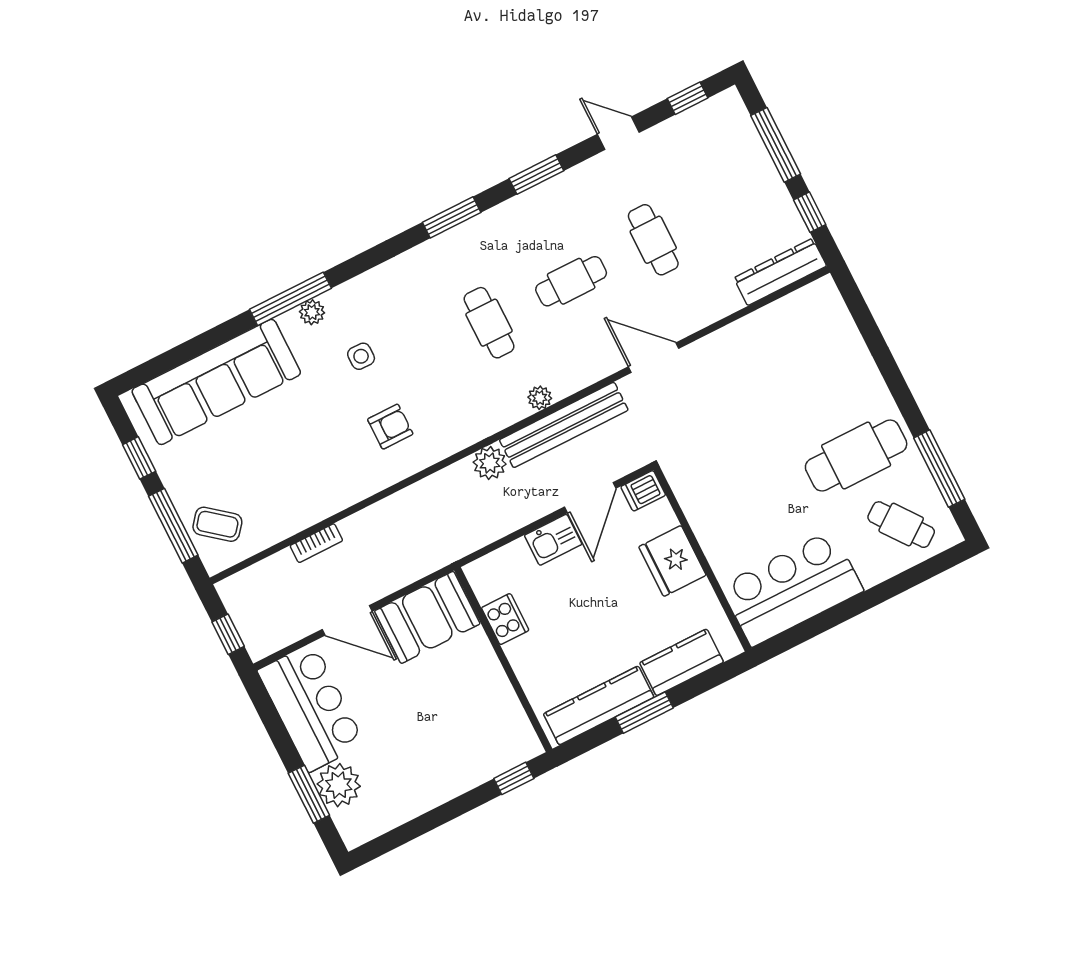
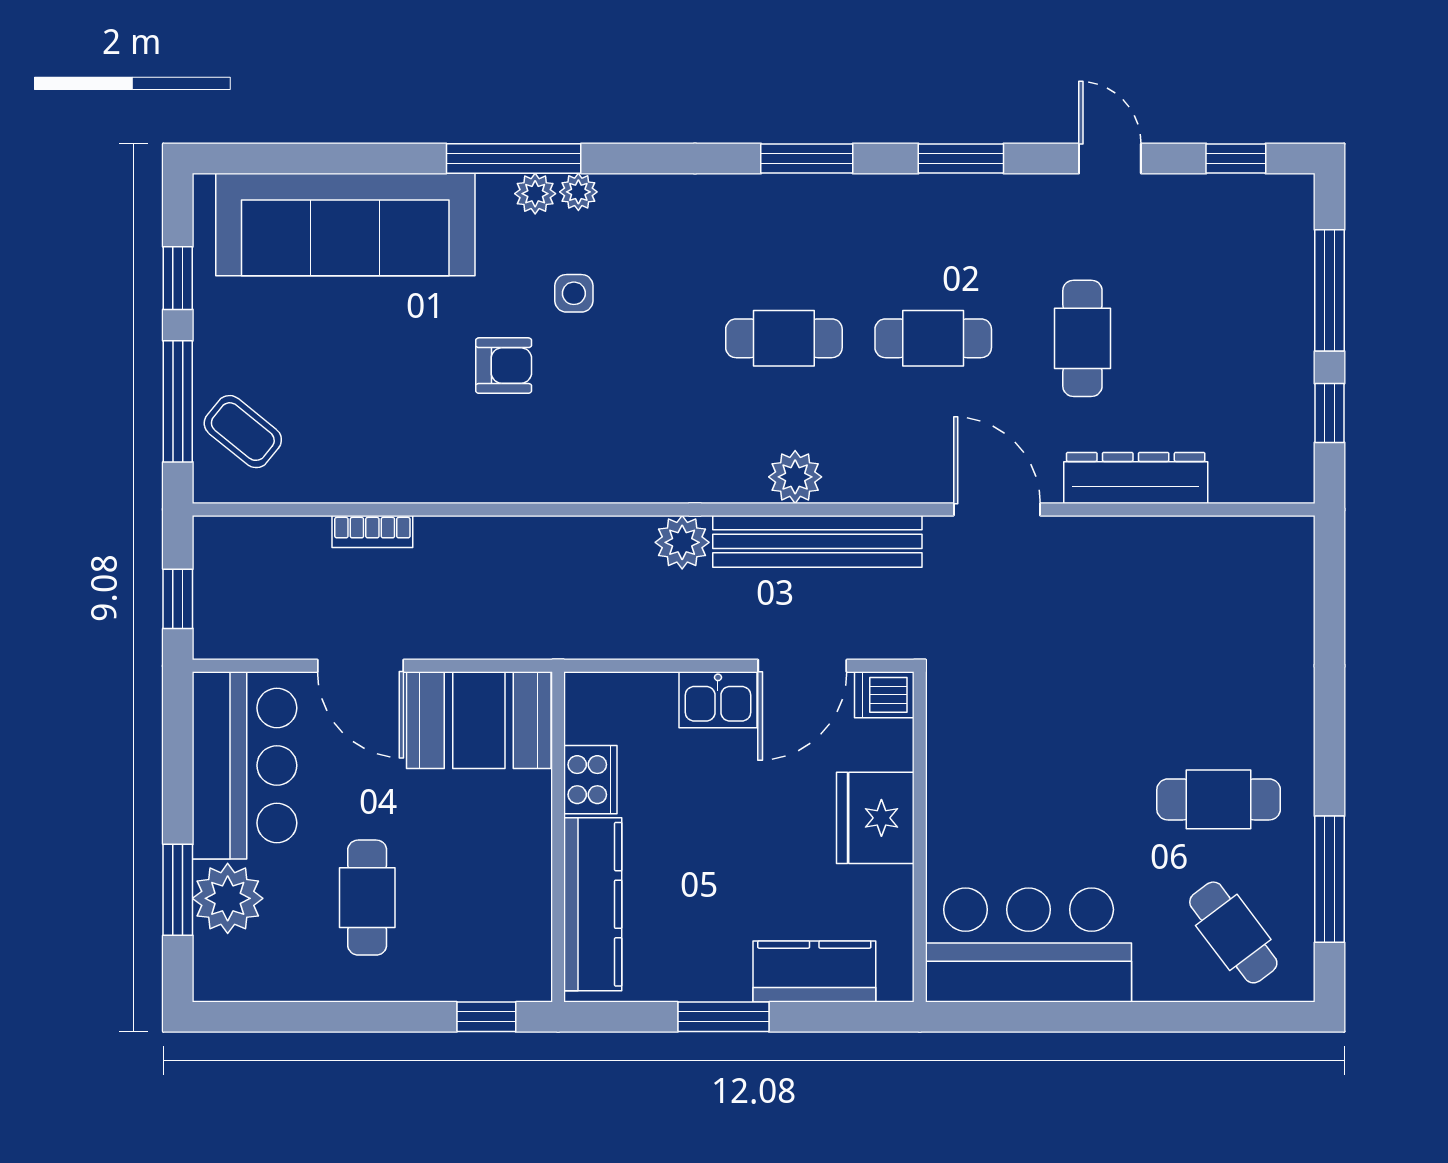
dresser: (780, 272) -> (1136, 478), moved
plant: (335, 299) -> (578, 192), added
cafe table: (489, 323) -> (784, 338), turned 90
plant: (540, 398) -> (795, 477), width x1.38, depth x1.38
armchair: (390, 427) -> (504, 366), moved
cafe table: (856, 456) -> (1219, 799), width x0.73, depth x0.74
kitchen counter: (599, 706) -> (593, 904), moved, turned 90
cafe table: (415, 746) -> (367, 898), added

